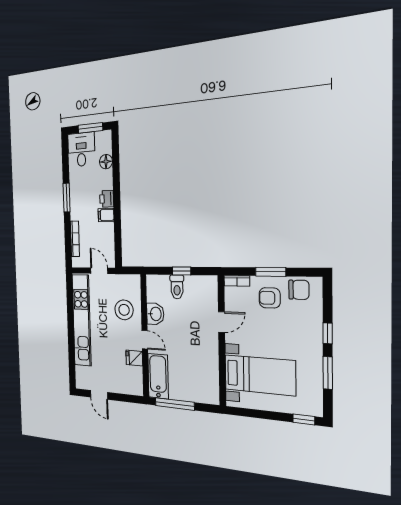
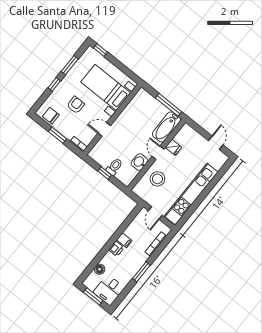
armchair: (270, 298) -> (76, 105), moved, turned -90

